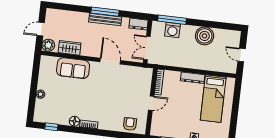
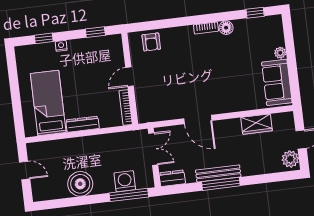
plant: (48, 45) -> (290, 159), moved
sofa: (73, 68) -> (277, 82), moved, turned -90

